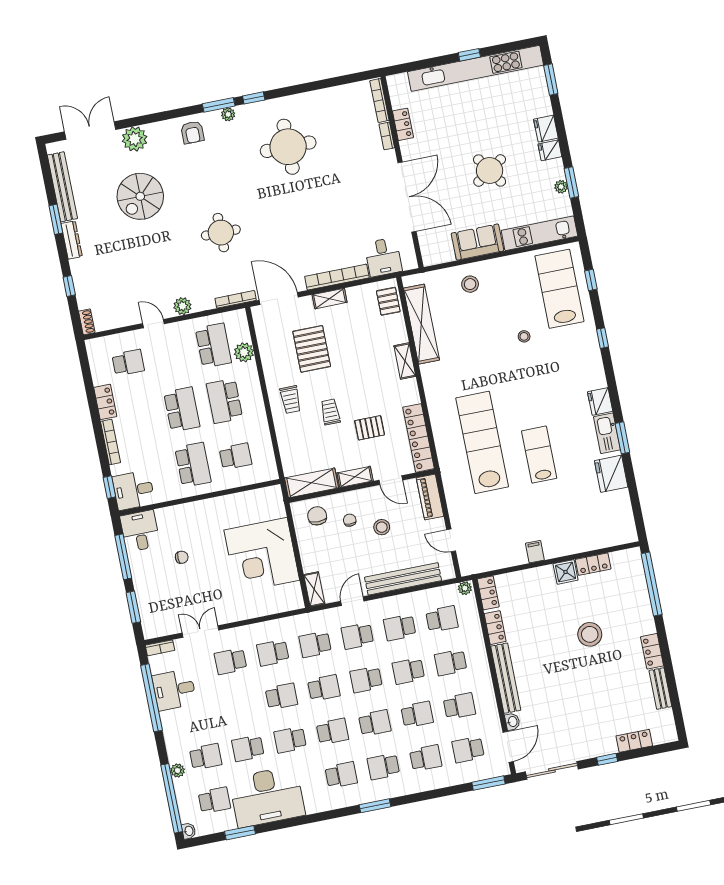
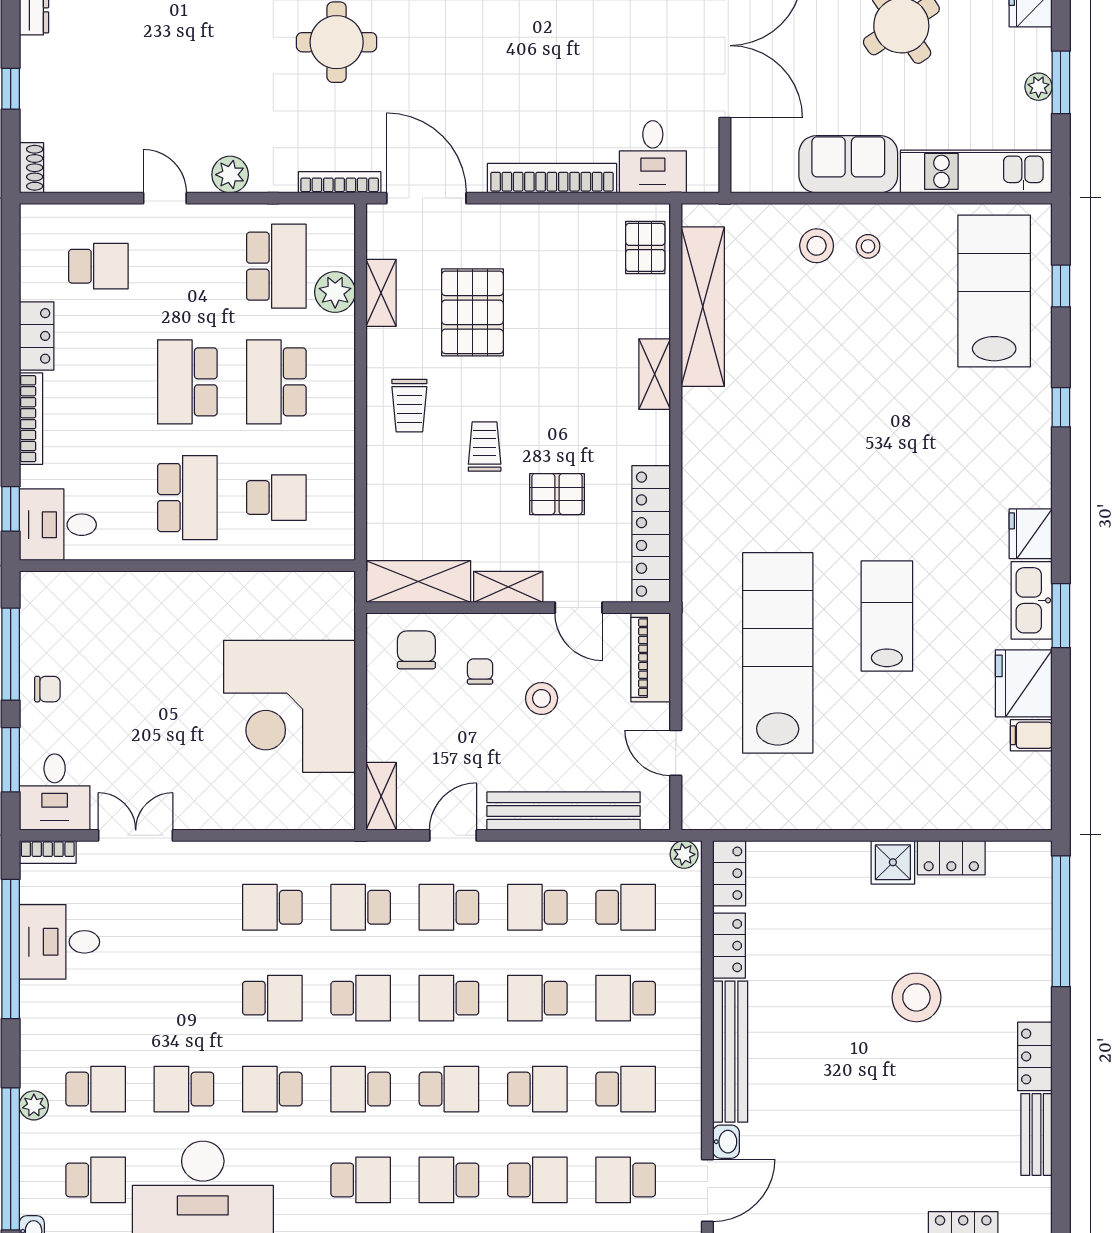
shelving: (330, 299) -> (381, 293), moved, turned 90
stool: (524, 336) -> (868, 246), moved
school desk: (182, 409) -> (187, 382), turned 180
lab bench: (482, 442) -> (778, 653), moved
desk: (140, 531) -> (55, 792), moved, turned 180
filing cabinet: (535, 552) -> (1031, 735), moved, turned -90
chair: (182, 557) -> (47, 689), moved
school desk: (230, 661) -> (184, 907), removed
school desk: (332, 731) -> (361, 1089), turned 180

